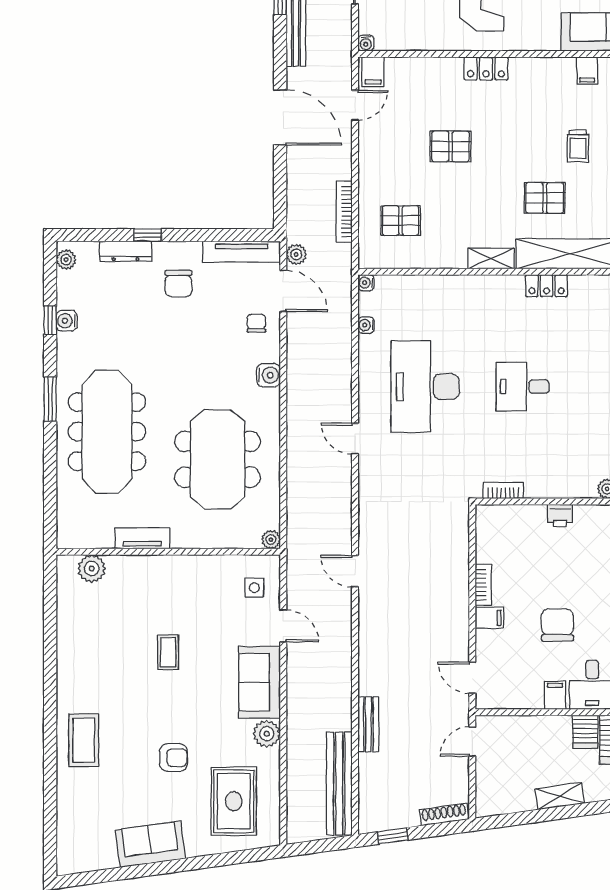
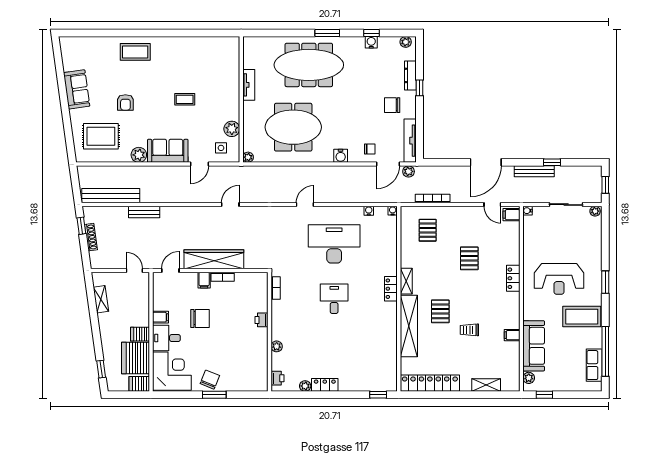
locker: (547, 286) -> (391, 289), moved
plant: (92, 569) -> (232, 129), moved
wardrobe: (452, 600) -> (214, 259), added
shelving: (560, 796) -> (101, 299), moved
shoe rack: (444, 815) -> (91, 237), moved

